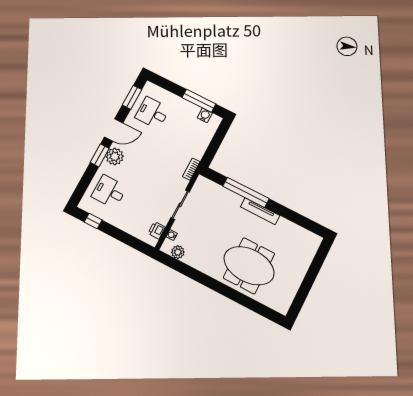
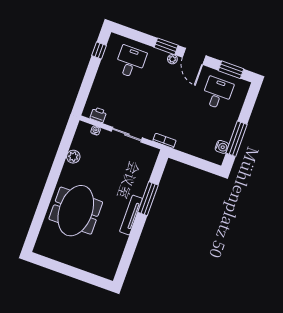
plant: (115, 156) -> (172, 59), width x0.53, depth x0.53
window: (246, 192) -> (148, 199), width x0.68
plant: (178, 252) -> (73, 157), moved

